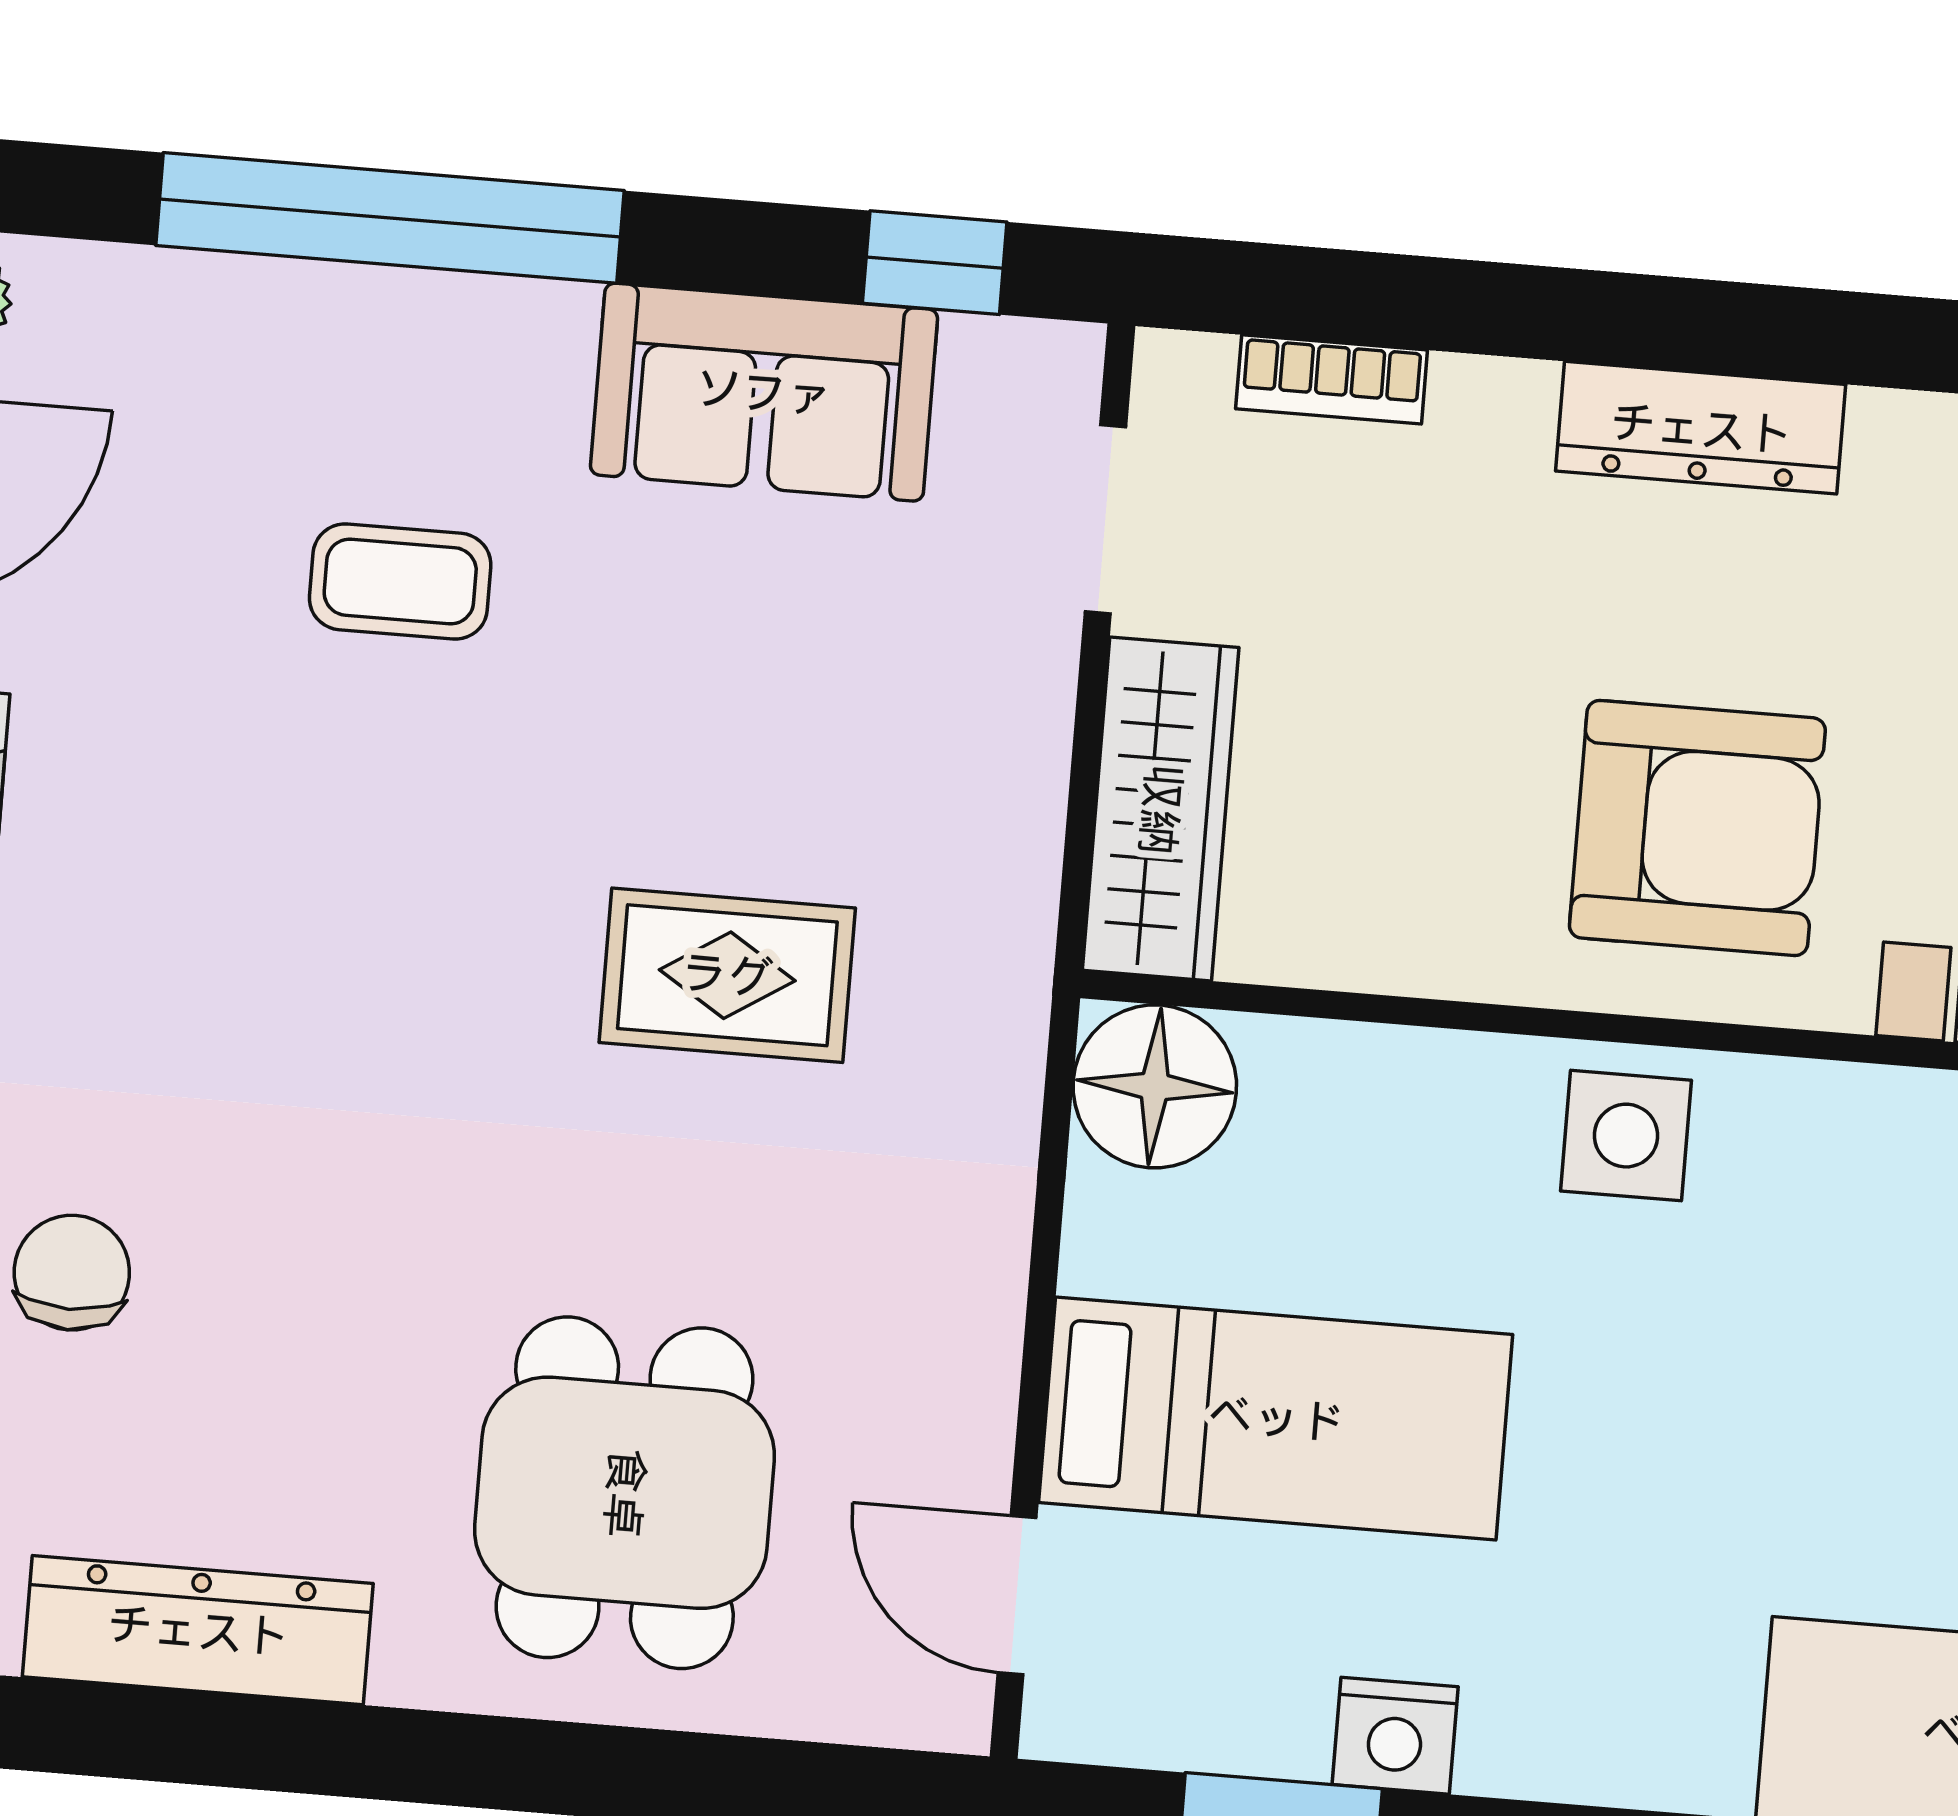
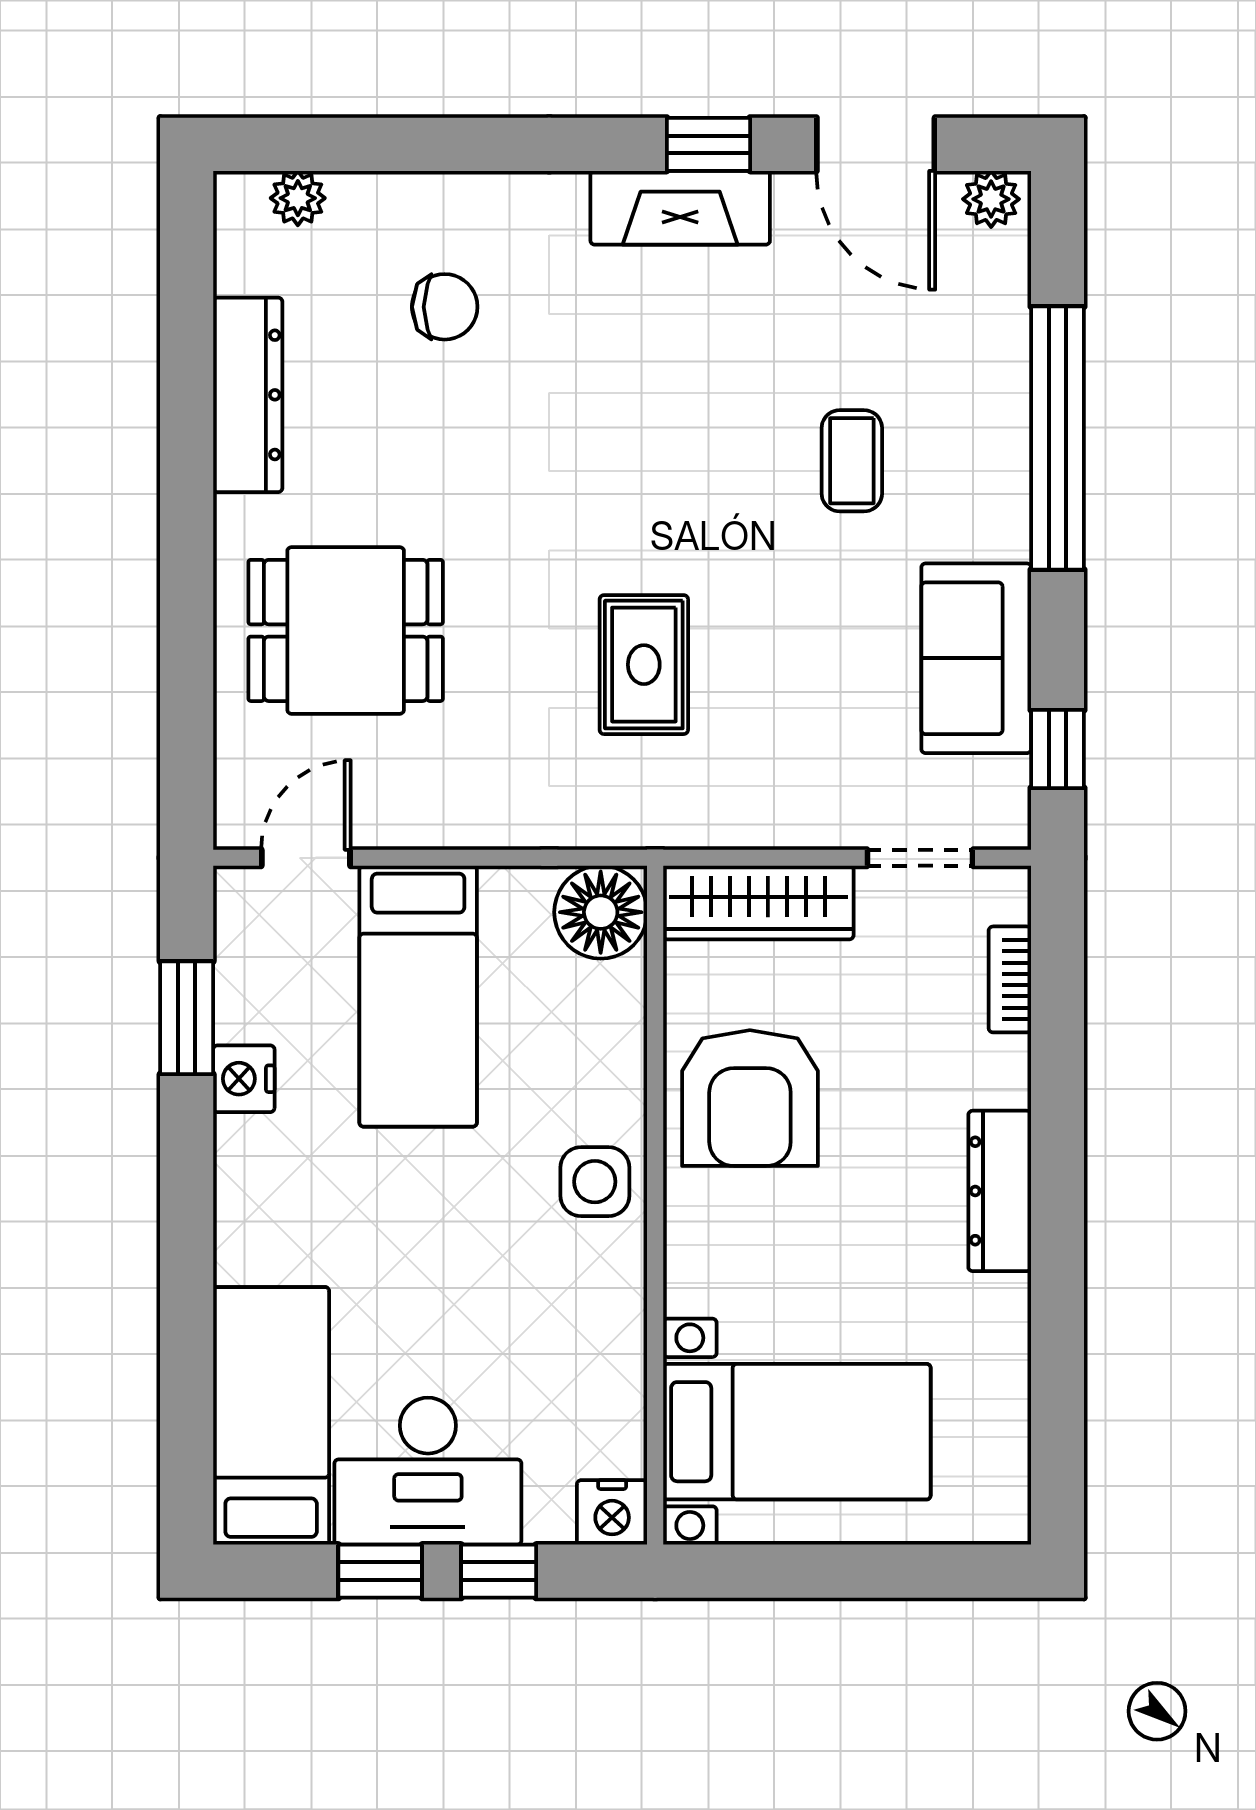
armchair: (1697, 828) -> (750, 1098), moved

